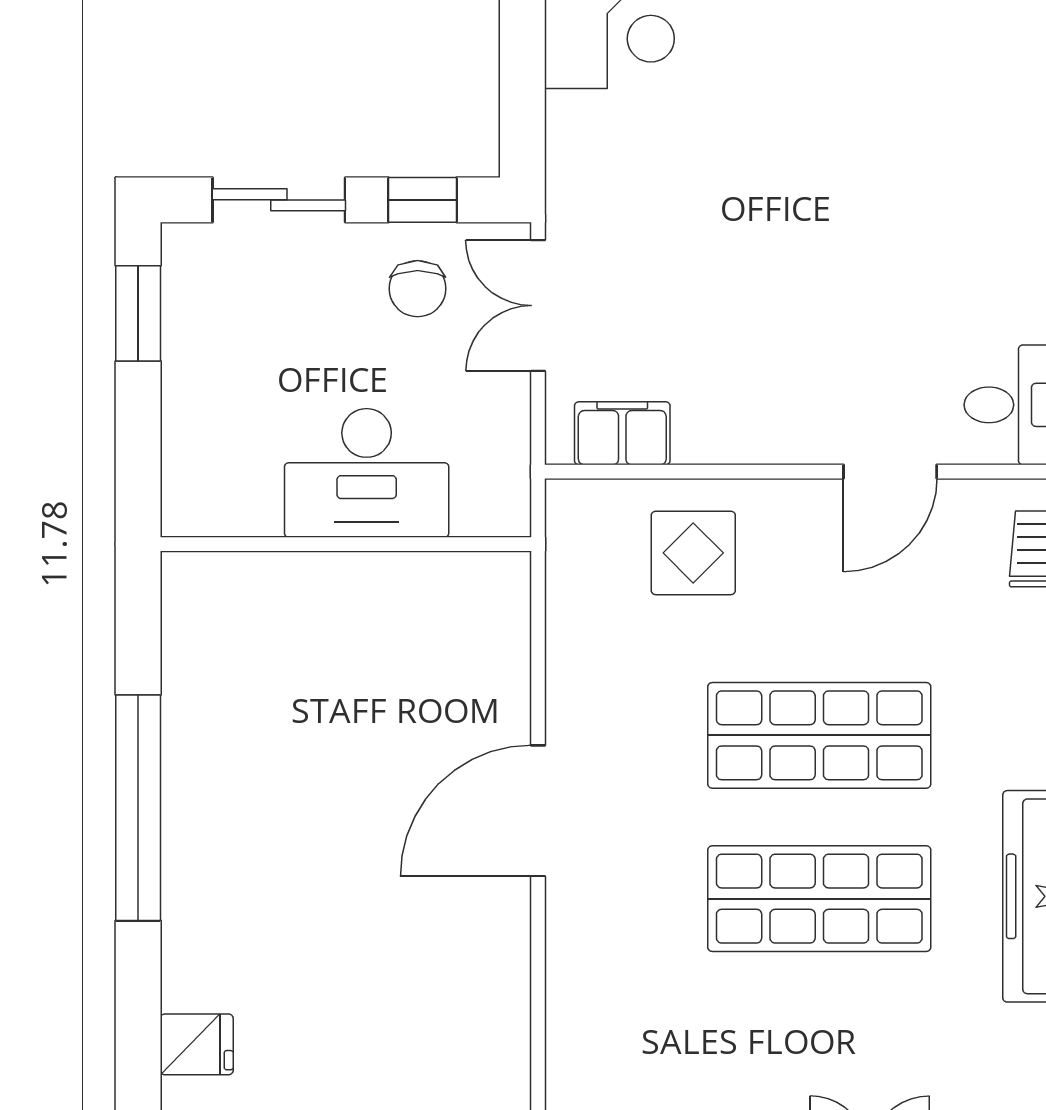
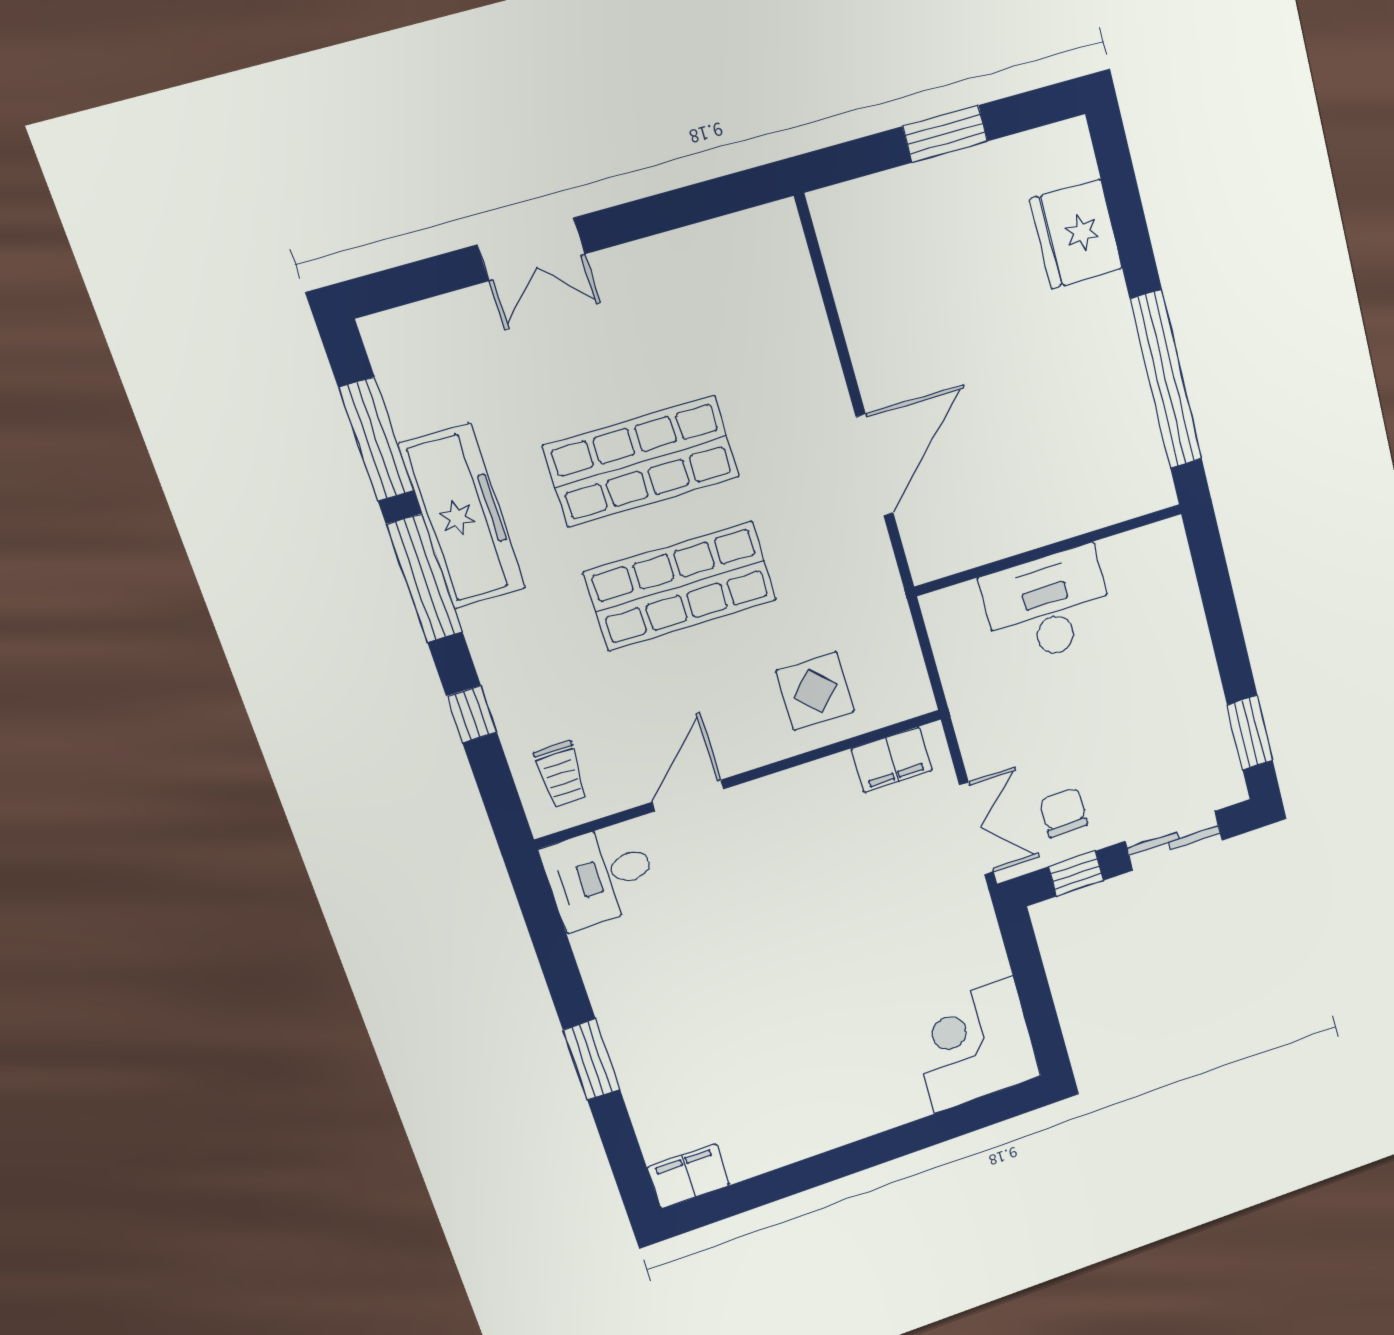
desk: (367, 473) -> (1048, 606), moved
wall: (346, 544) -> (1049, 550), moved
fridge: (197, 1044) -> (1076, 234), width x1.88, depth x1.34

